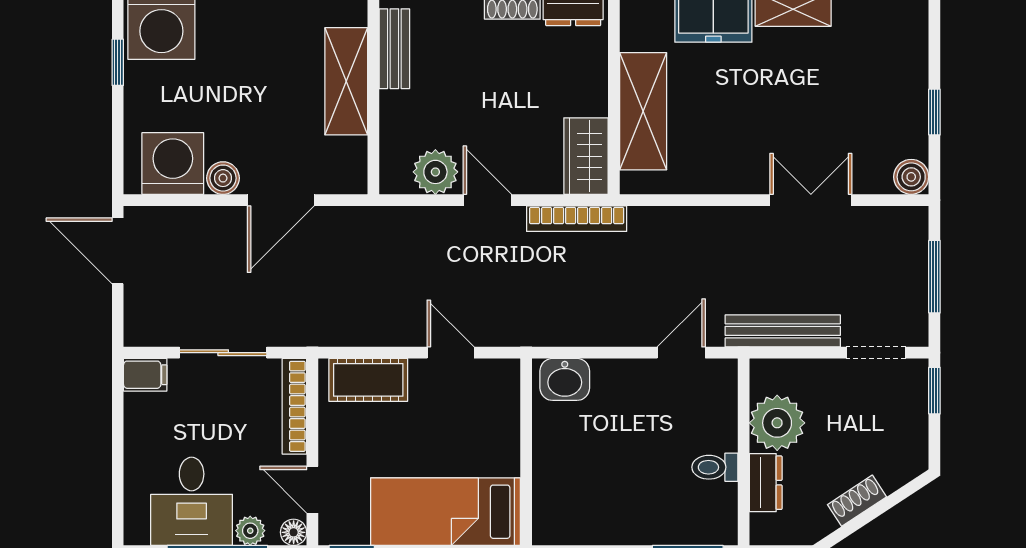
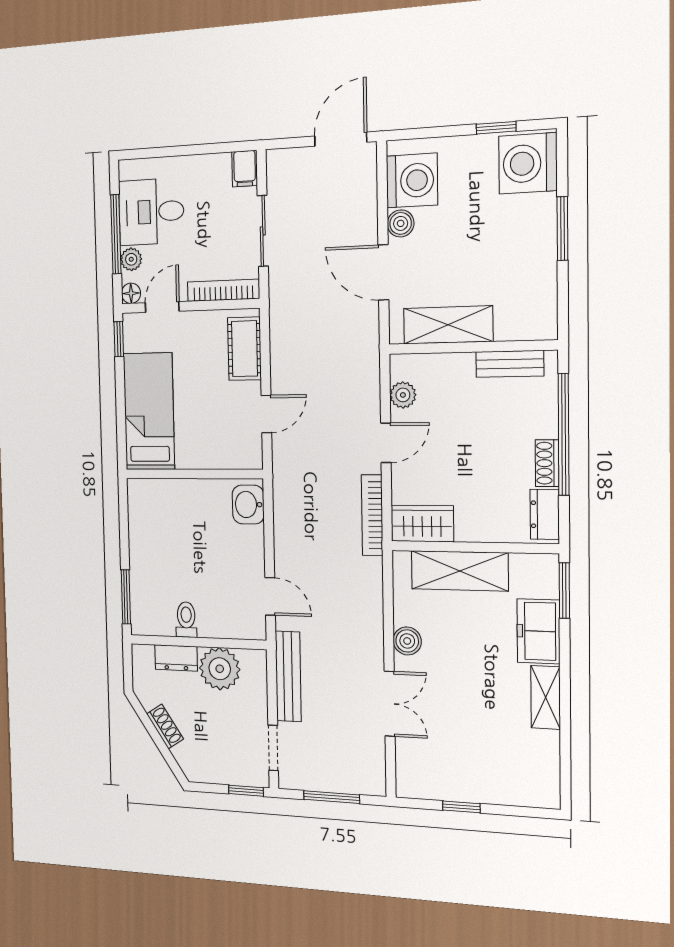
shelving: (346, 81) -> (448, 325), moved
plant: (435, 172) -> (403, 395), width x0.73, depth x0.73
boiler: (911, 177) -> (407, 641), moved

